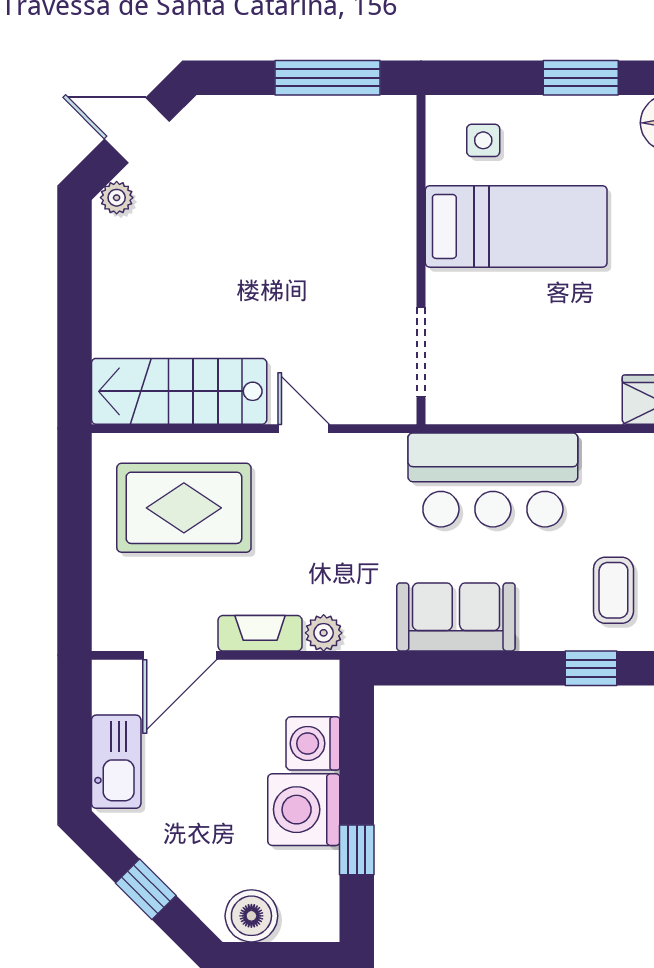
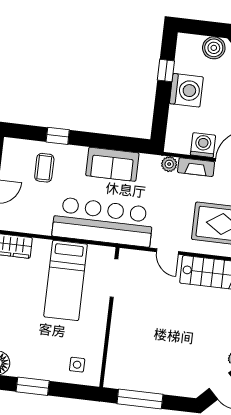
bed: (516, 226) -> (66, 280), moved, turned -90
bar counter: (493, 480) -> (103, 222), width x1.36
washing machine: (313, 743) -> (203, 145), moved, turned -90

